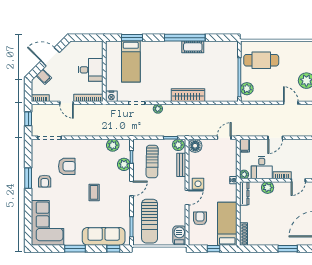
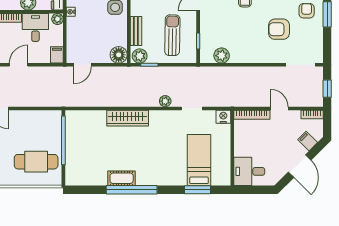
door: (50, 57) -> (300, 166), hinge flipped
desk: (91, 70) -> (249, 171), moved
plant: (247, 89) -> (54, 126), removed
plant: (124, 164) -> (208, 32), removed

